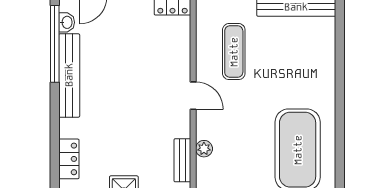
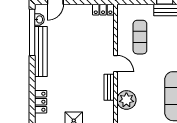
plant: (204, 149) -> (126, 100), width x1.87, depth x1.87
bench: (182, 160) -> (109, 87), moved

